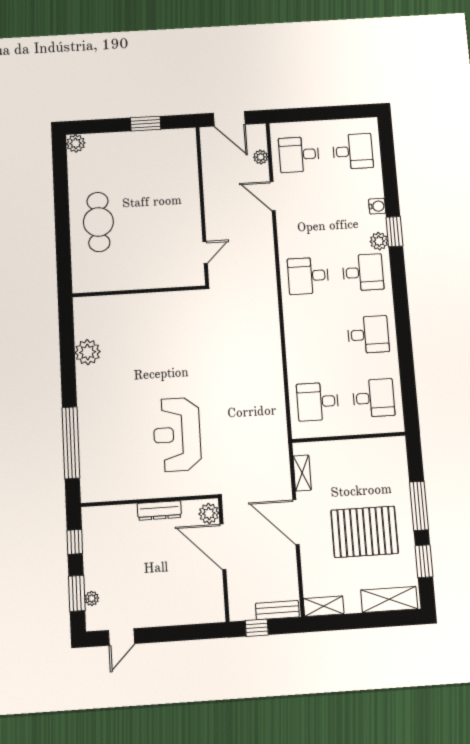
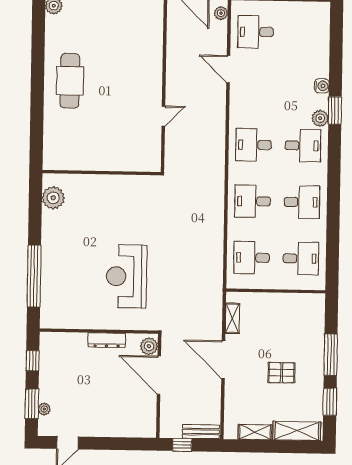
desk: (353, 151) -> (253, 201), moved, turned 180
plant: (261, 157) -> (221, 13), moved
wall: (139, 291) -> (102, 173), moved
pallet: (365, 532) -> (281, 373), width x0.49, depth x0.50
shelving: (324, 606) -> (255, 432), moved

